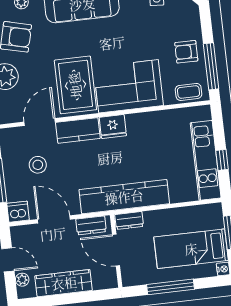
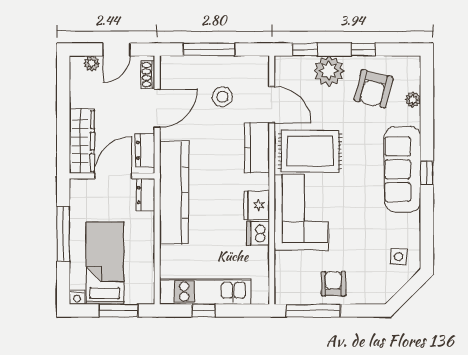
coffee table: (189, 92) -> (287, 281), removed
fridge: (113, 127) -> (257, 205), moved
dishwasher: (18, 212) -> (258, 233), moved, turned 180
shoe rack: (26, 231) -> (148, 75), added
wardrobe: (64, 283) -> (82, 141), moved

